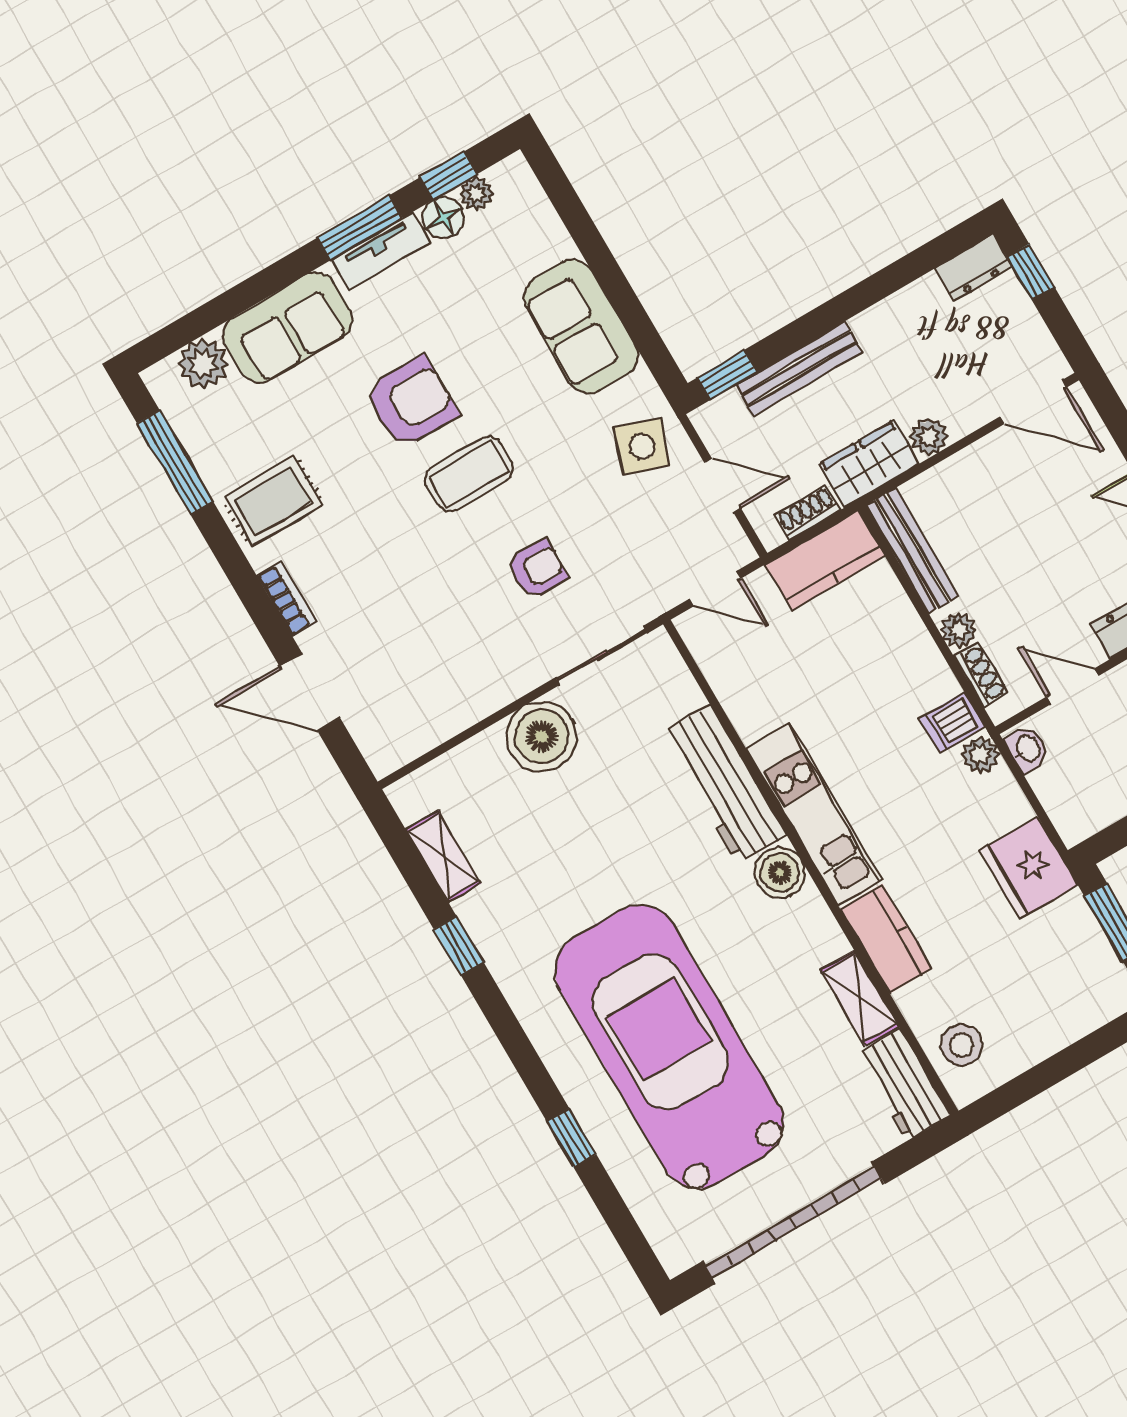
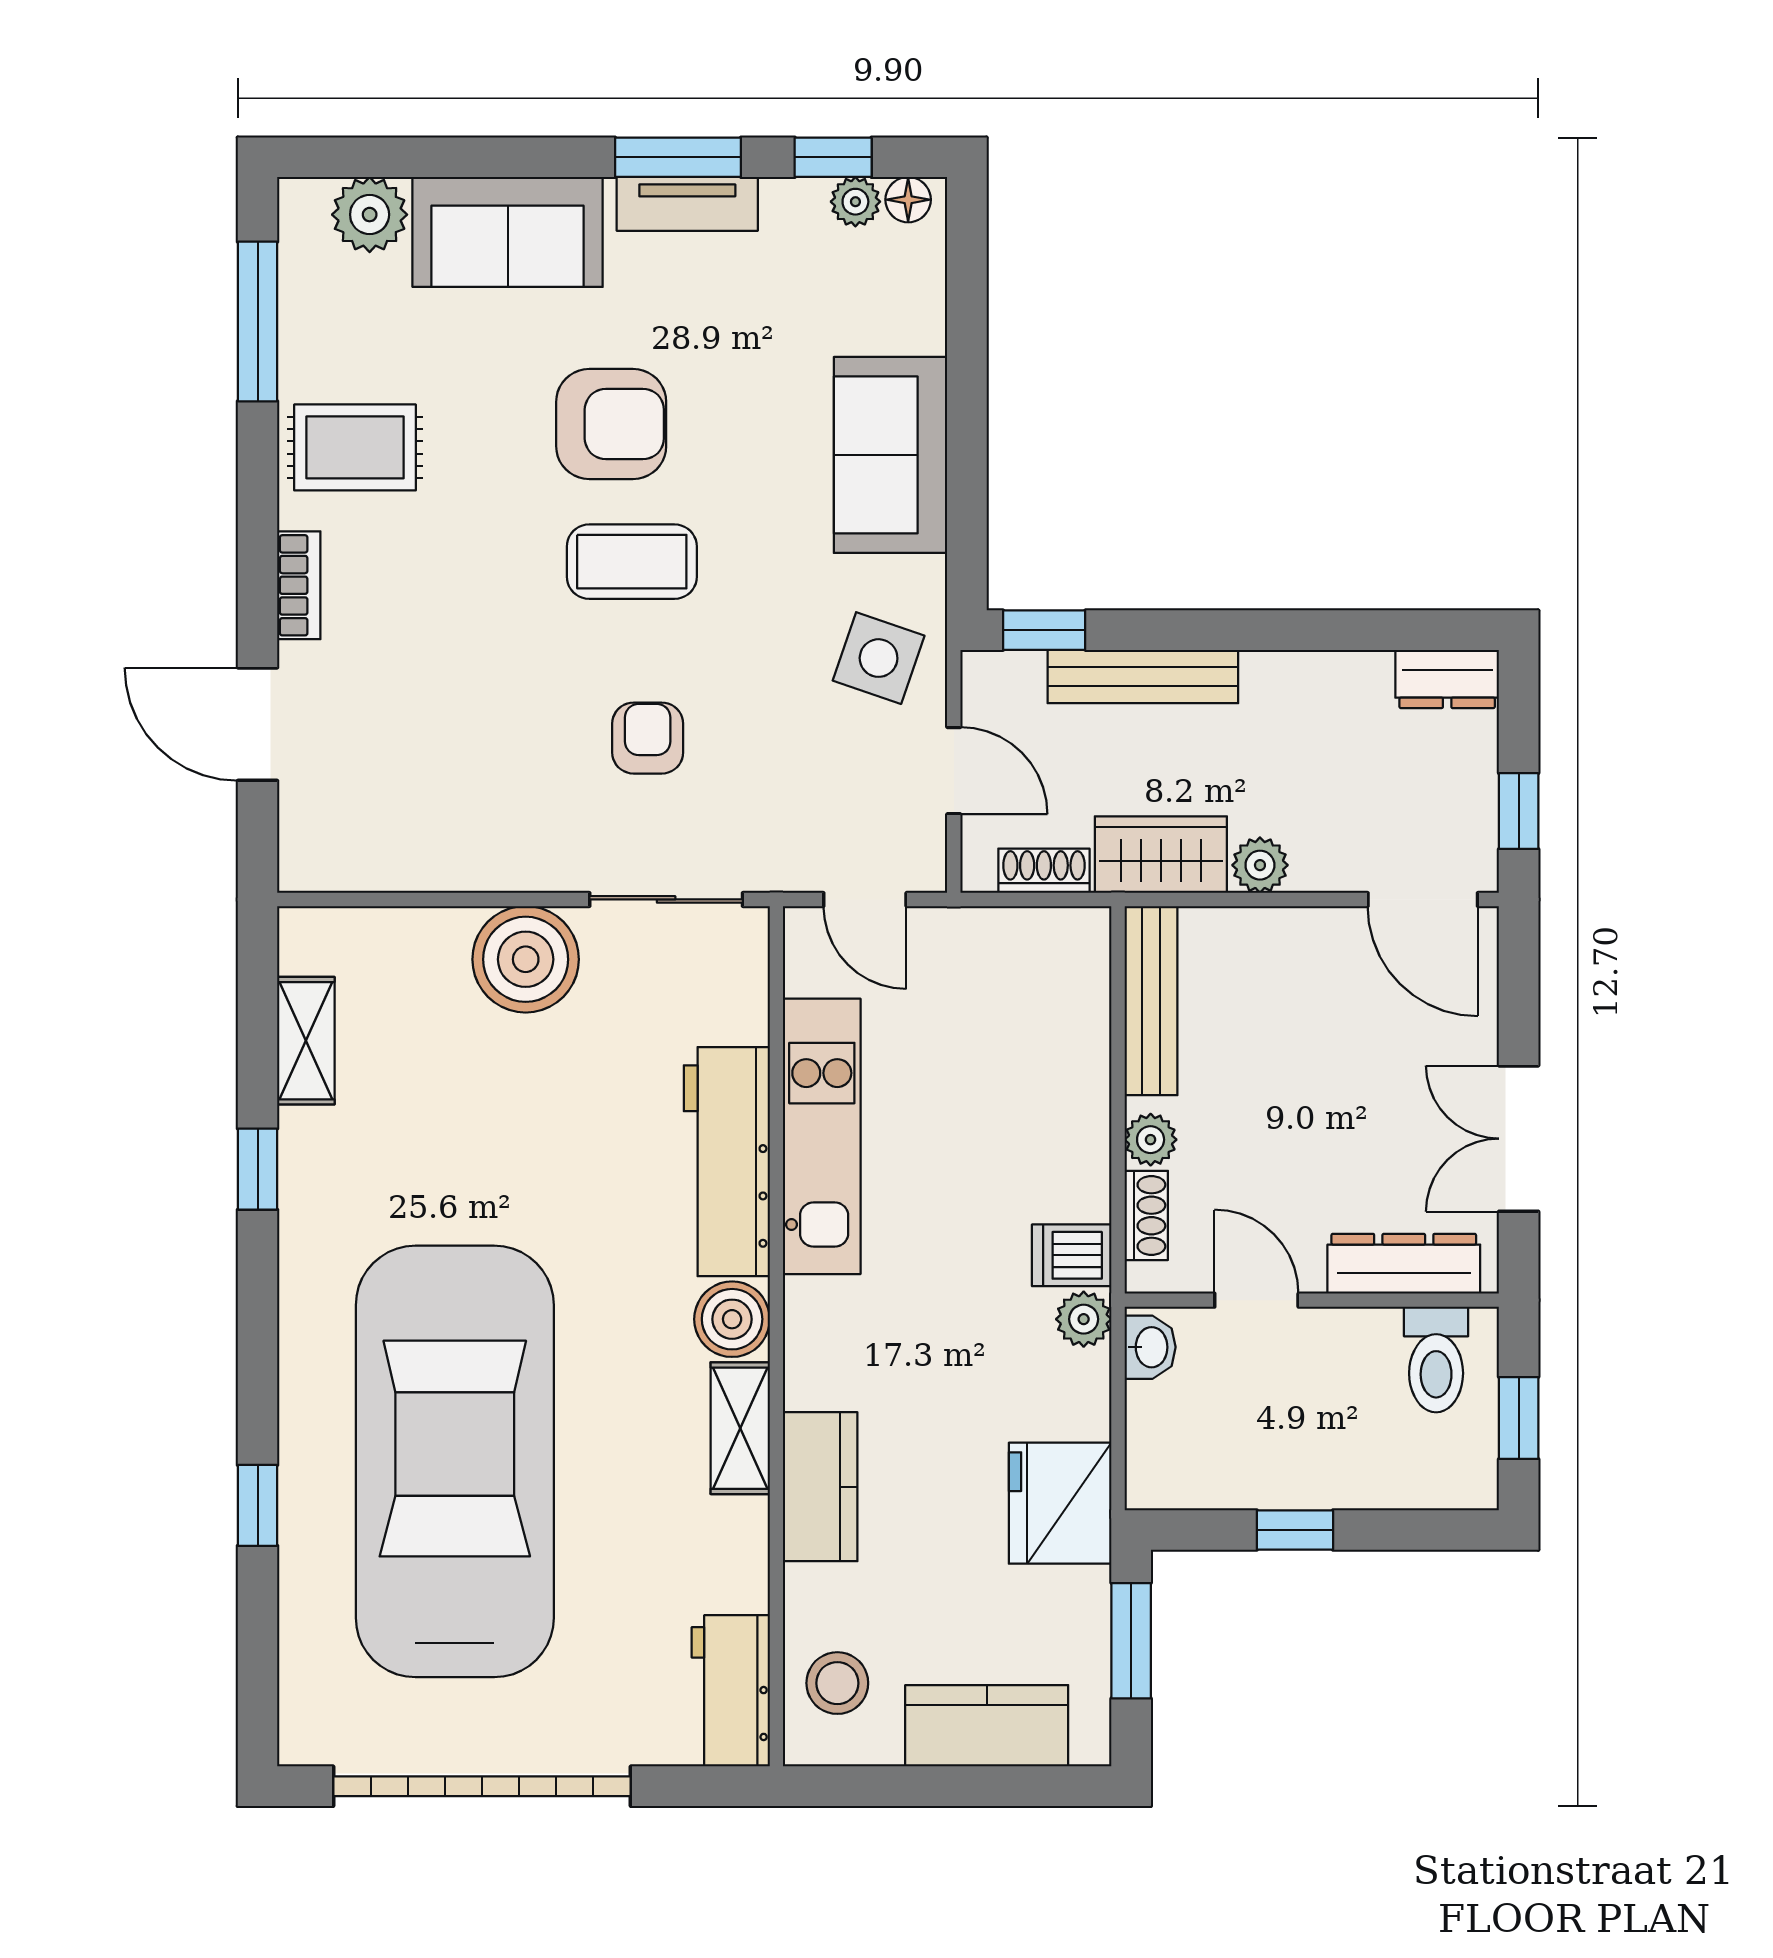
floor lamp: (443, 218) -> (908, 200), moved, width x0.73, depth x0.73
window: (1031, 272) -> (1519, 811), moved
kitchen counter: (825, 560) -> (987, 1726), moved, turned 180
armchair: (537, 569) -> (648, 738), turned -90
kitchen unit: (814, 814) -> (822, 1136), moved
shelving: (860, 998) -> (740, 1428), moved

